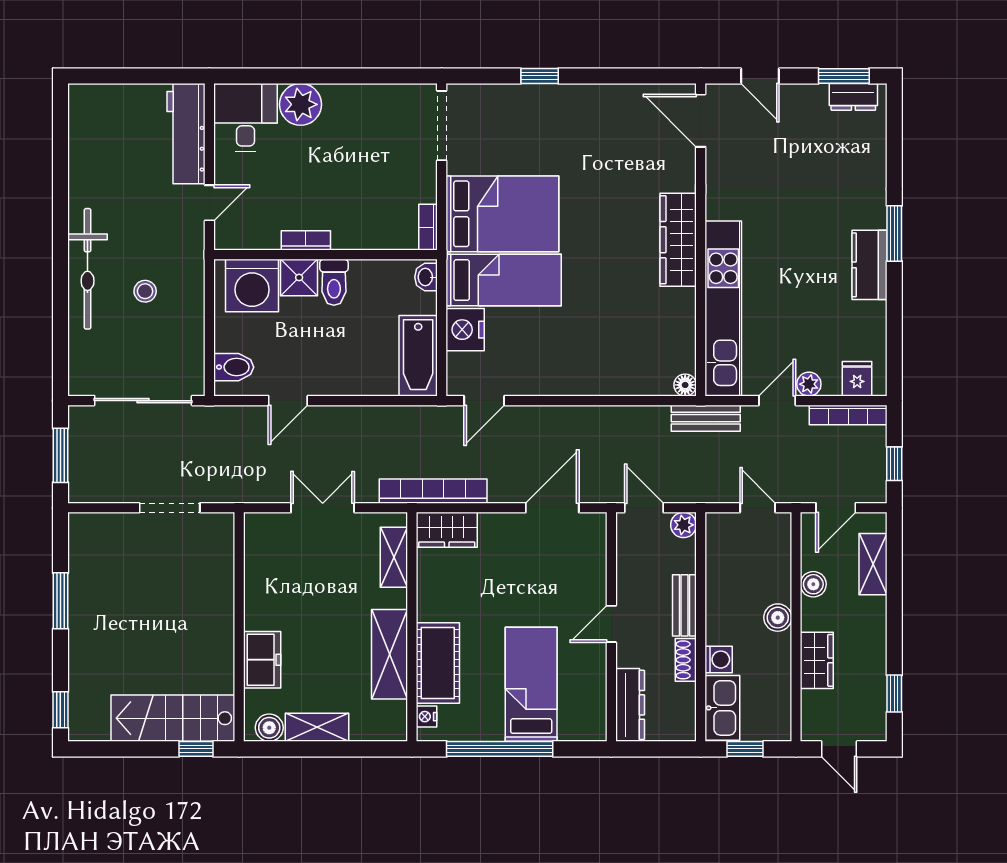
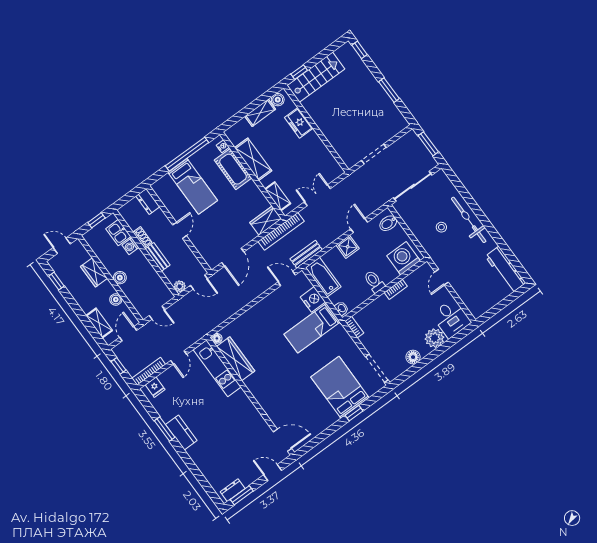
floor lamp: (363, 99) -> (413, 357), added
workbench: (186, 134) -> (505, 270), moved, turned 180
bed: (502, 214) -> (340, 387), moved, turned 90
window: (894, 233) -> (165, 429), moved
wardrobe: (678, 240) -> (236, 359), moved
shower: (299, 277) -> (348, 247), moved
kitchen unit: (723, 309) -> (217, 368), width x0.73
plant: (809, 384) -> (171, 372), removed
door: (484, 401) -> (287, 278), hinge flipped
bench: (706, 418) -> (306, 254), moved
double door: (323, 508) -> (317, 195), swing flipped
dresser: (630, 705) -> (148, 201), width x0.70
kitchen sink: (722, 708) -> (118, 233), width x0.73

